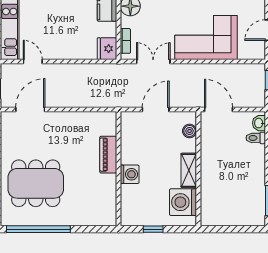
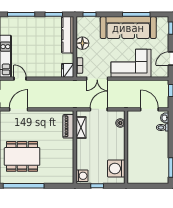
double door: (153, 62) -> (97, 79), swing flipped
door: (219, 110) -> (149, 109), moved
piano: (108, 155) -> (68, 126), moved
shelving: (189, 170) -> (81, 128), moved
washing machine: (130, 174) -> (82, 176), moved

